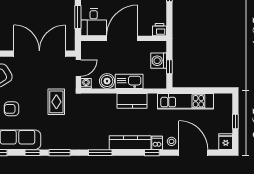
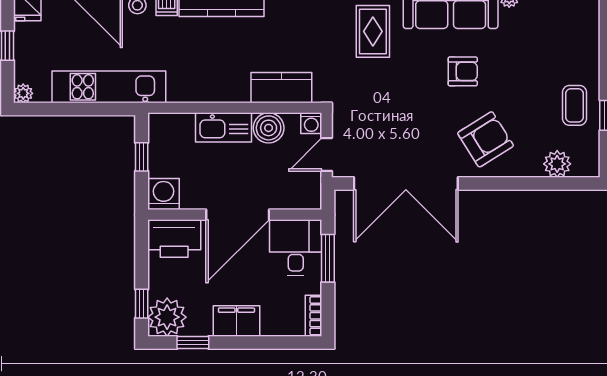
printer: (159, 30) -> (174, 238), width x1.87, depth x1.48
washing machine: (159, 61) -> (164, 194), moved, turned -90
plant: (228, 98) -> (23, 93), added
kitchen counter: (132, 101) -> (281, 88), moved
rug: (56, 102) -> (373, 31), moved

